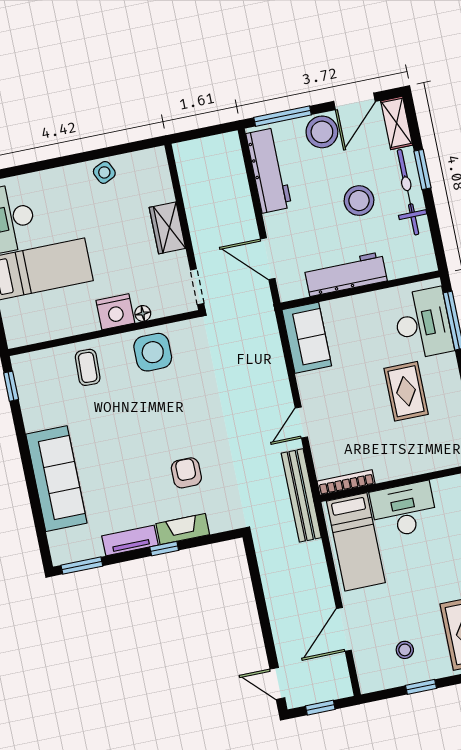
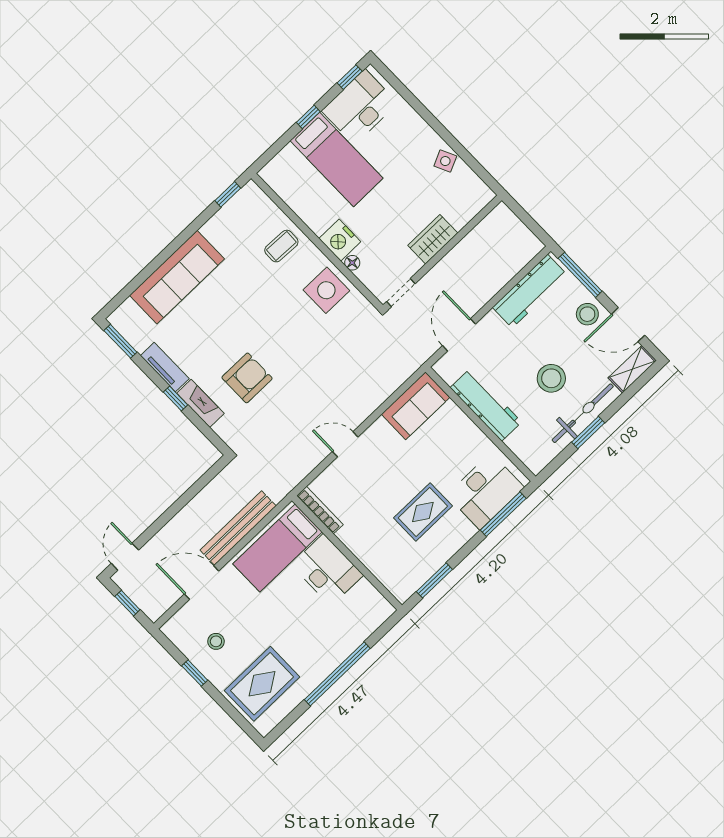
stool: (322, 132) -> (587, 314), width x0.73, depth x0.73
window: (422, 169) -> (588, 432), moved
armchair: (186, 473) -> (247, 378), width x1.38, depth x1.38
bench: (301, 495) -> (238, 528), moved

